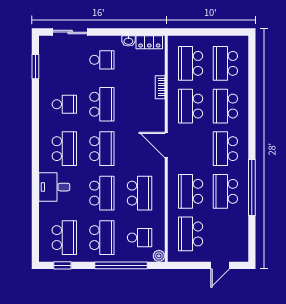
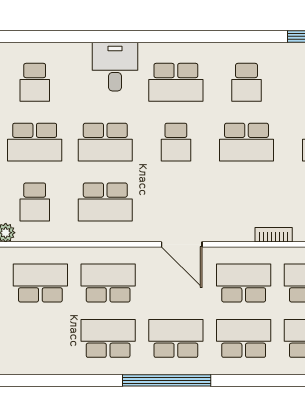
door: (166, 145) -> (182, 244), swing flipped
school desk: (102, 149) -> (176, 142), width x0.54
window: (252, 188) -> (167, 380), moved
school desk: (64, 238) -> (35, 82), width x0.54

